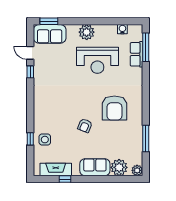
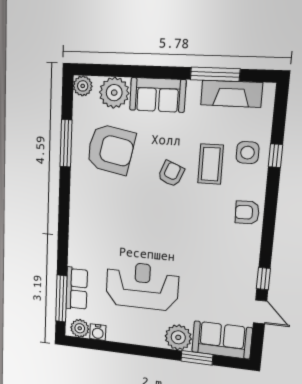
window: (49, 21) -> (197, 358), moved
plant: (134, 30) -> (80, 328), added
plant: (87, 32) -> (178, 337), moved
armchair: (42, 108) -> (247, 212), added
armchair: (114, 108) -> (111, 149), moved, turned 101
coffee table: (64, 132) -> (211, 164), added
window: (65, 179) -> (215, 74), width x2.17

